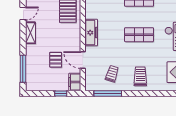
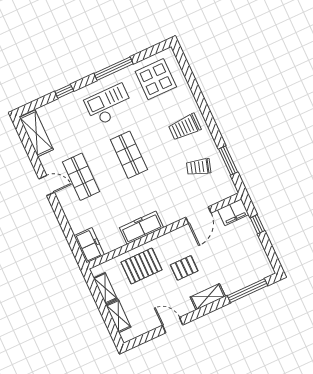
shelving: (30, 33) -> (208, 297), moved
freezer: (91, 33) -> (141, 228), moved
pallet: (56, 60) -> (184, 268), moved
window: (108, 93) -> (228, 160), width x0.69

